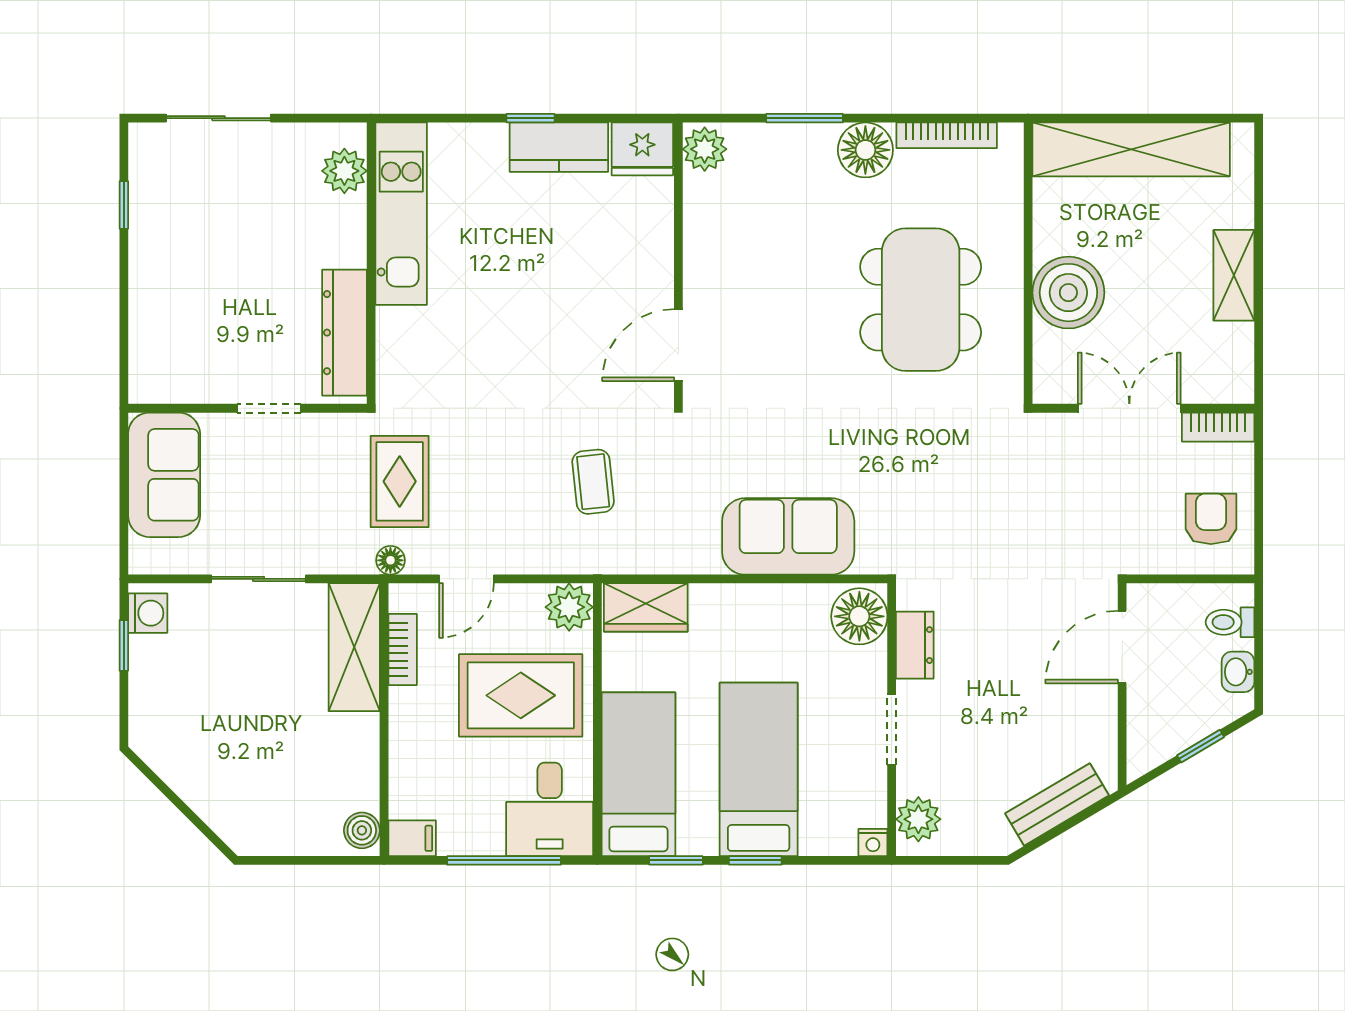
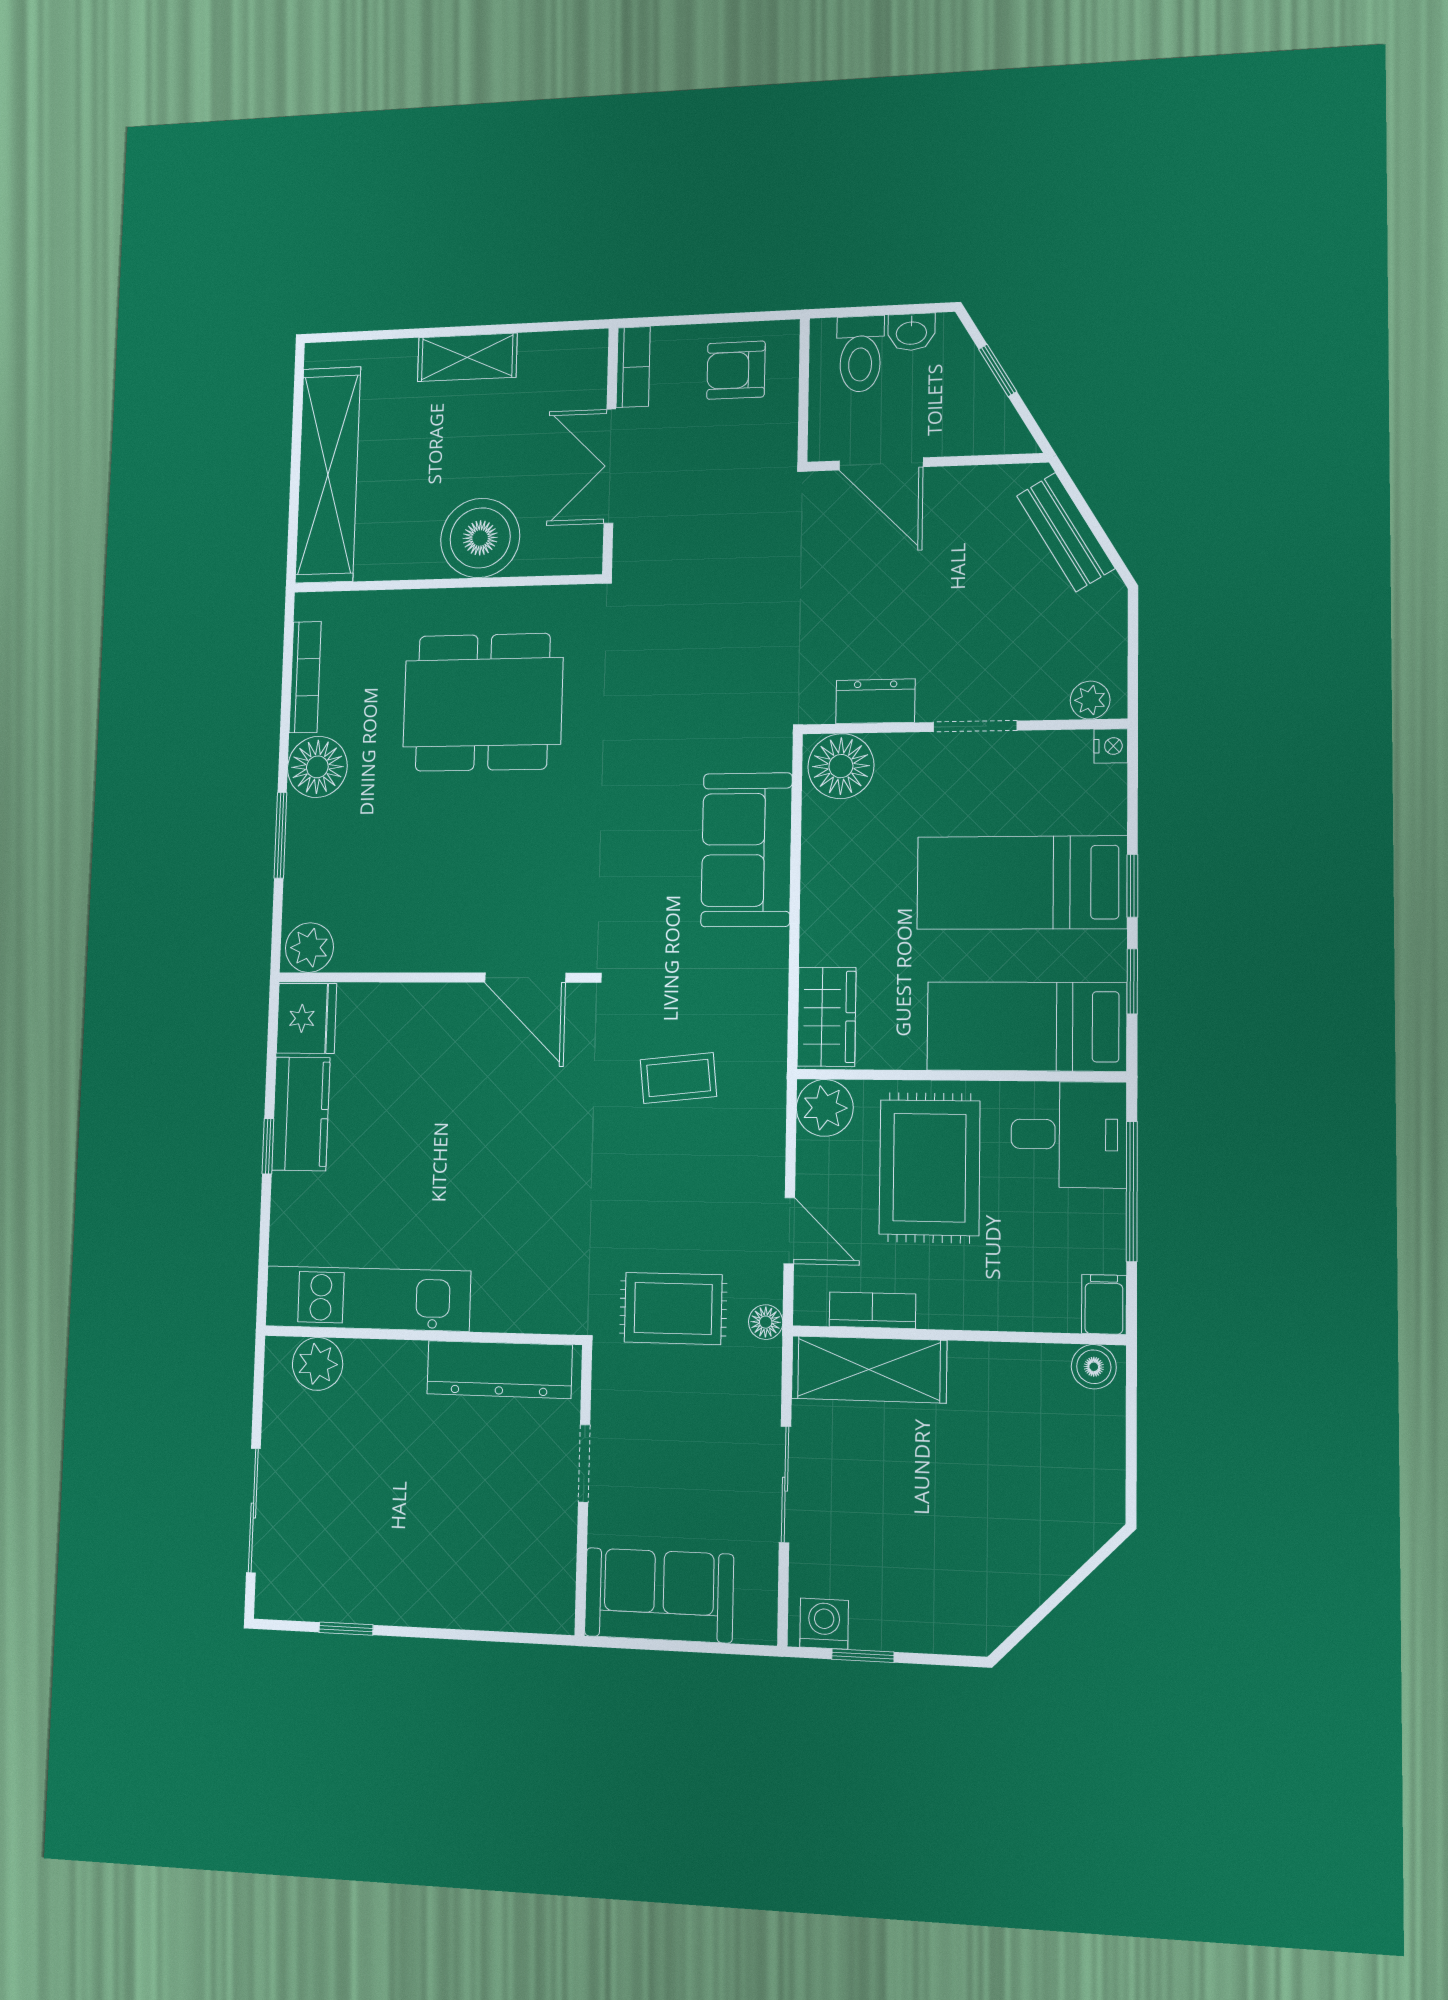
toilet: (1230, 622) -> (860, 354), width x1.37, depth x1.39
plant: (918, 819) -> (1090, 700), width x0.73, depth x0.73

